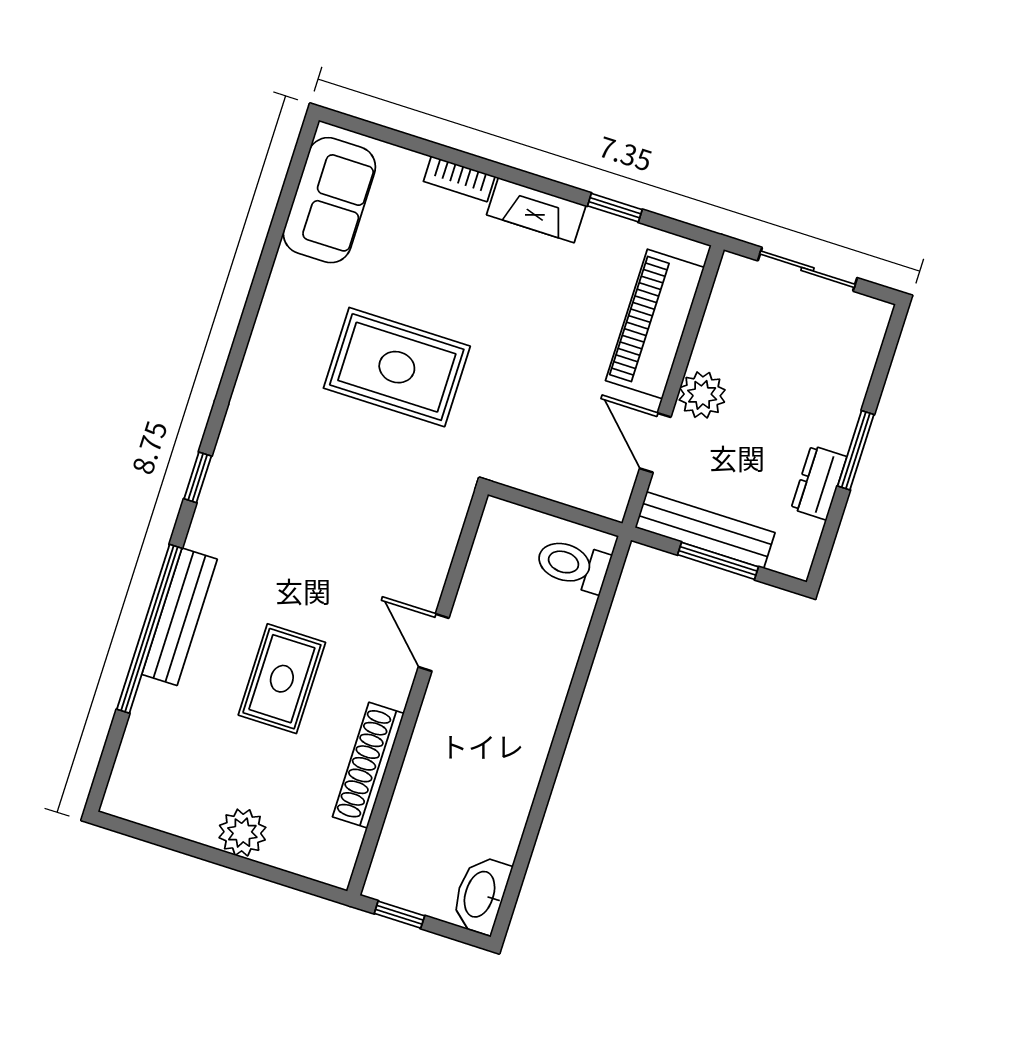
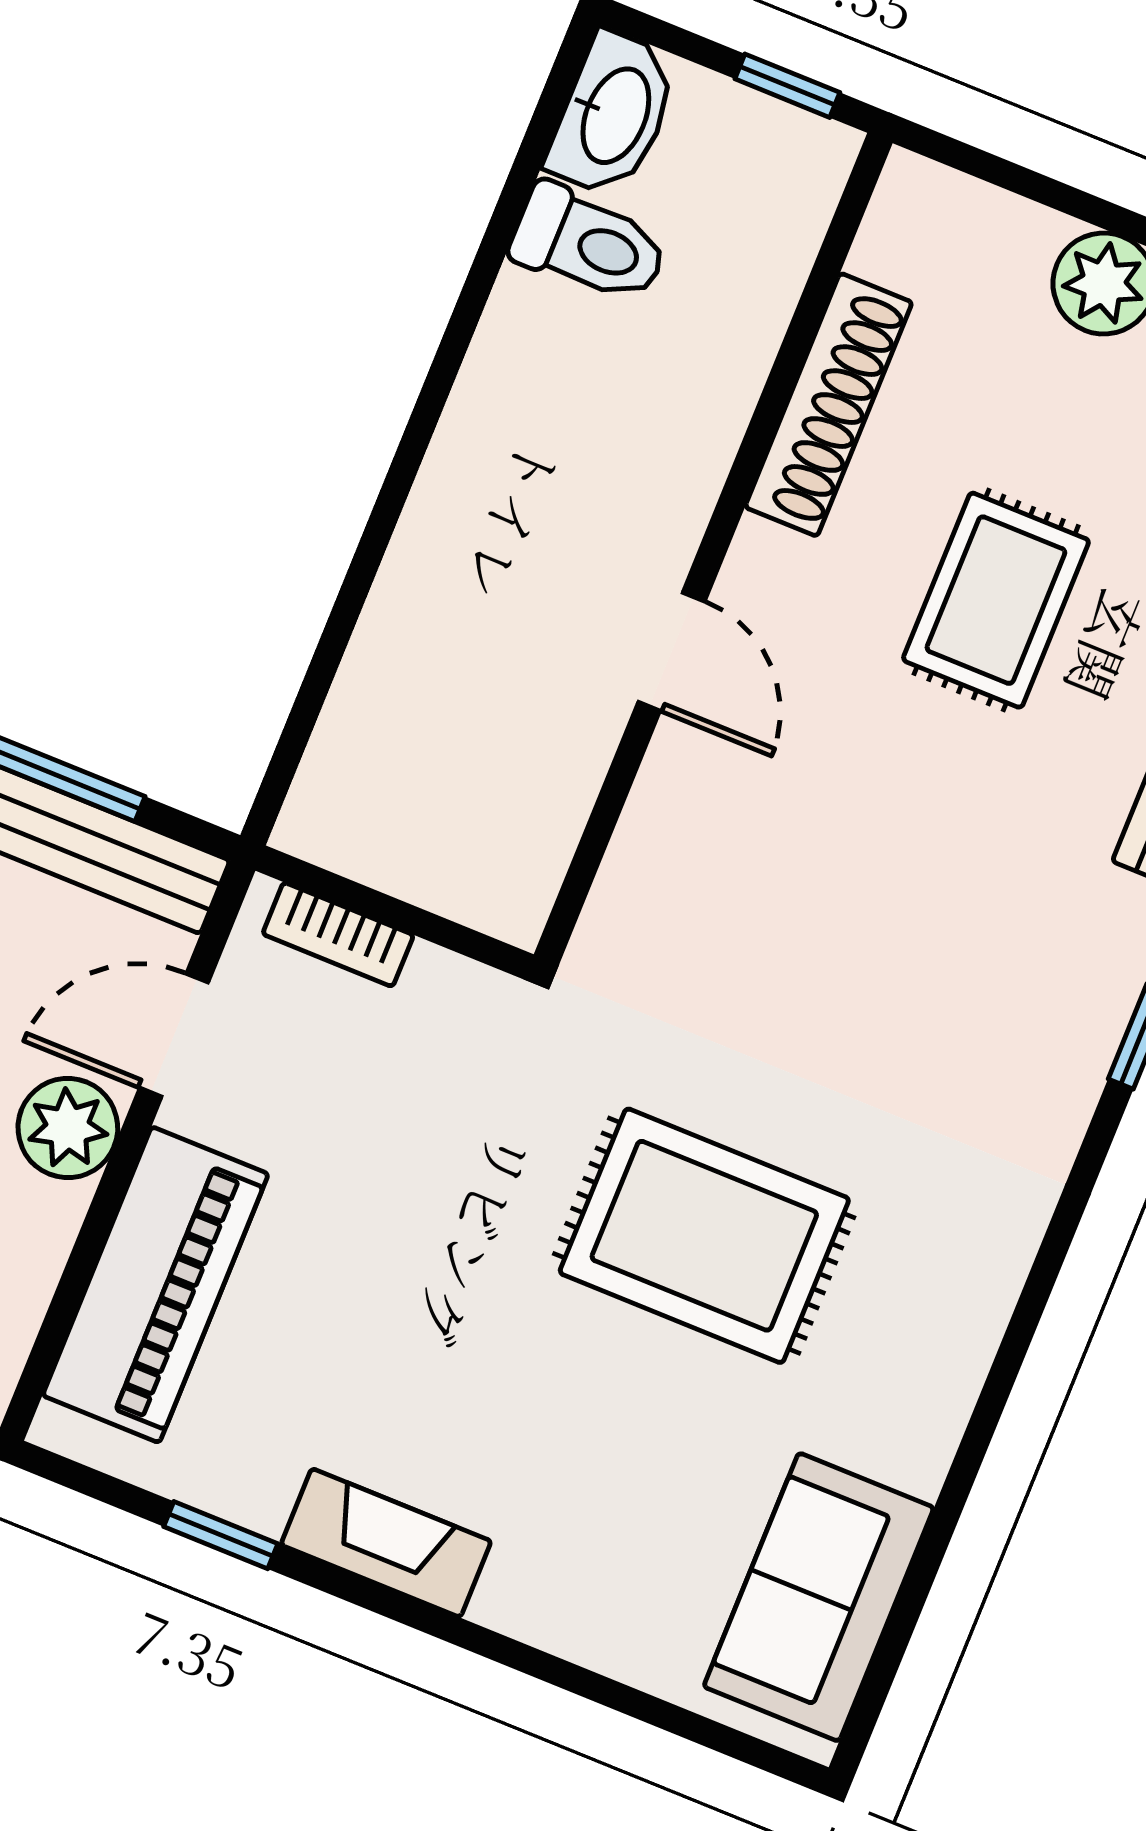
bookcase: (459, 179) -> (338, 935), moved, turned 180
door: (655, 443) -> (174, 1035), swing flipped
toilet: (573, 565) -> (589, 244), moved

